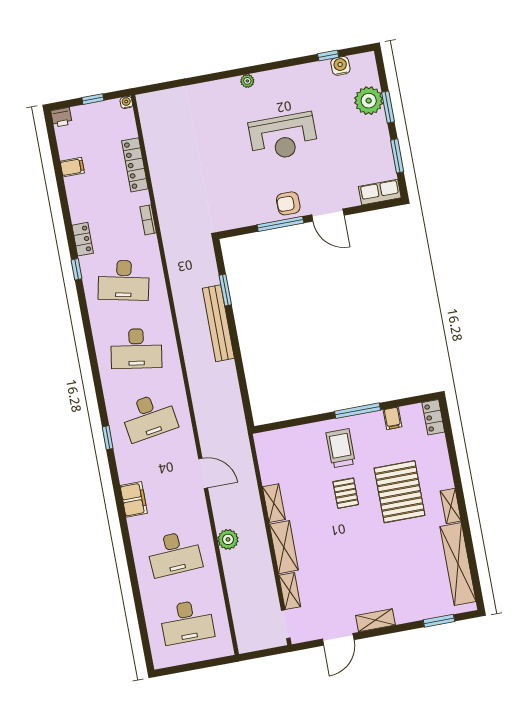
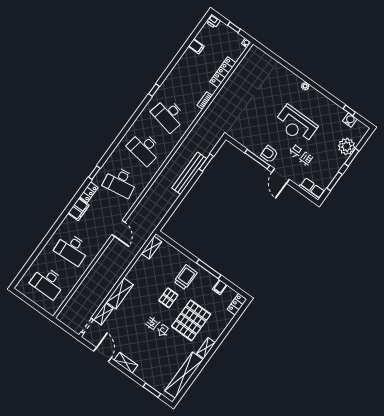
locker: (83, 239) -> (89, 192), moved
shelving: (274, 503) -> (151, 248), moved
plant: (228, 539) -> (100, 266), removed
door: (338, 639) -> (102, 355), swing flipped

